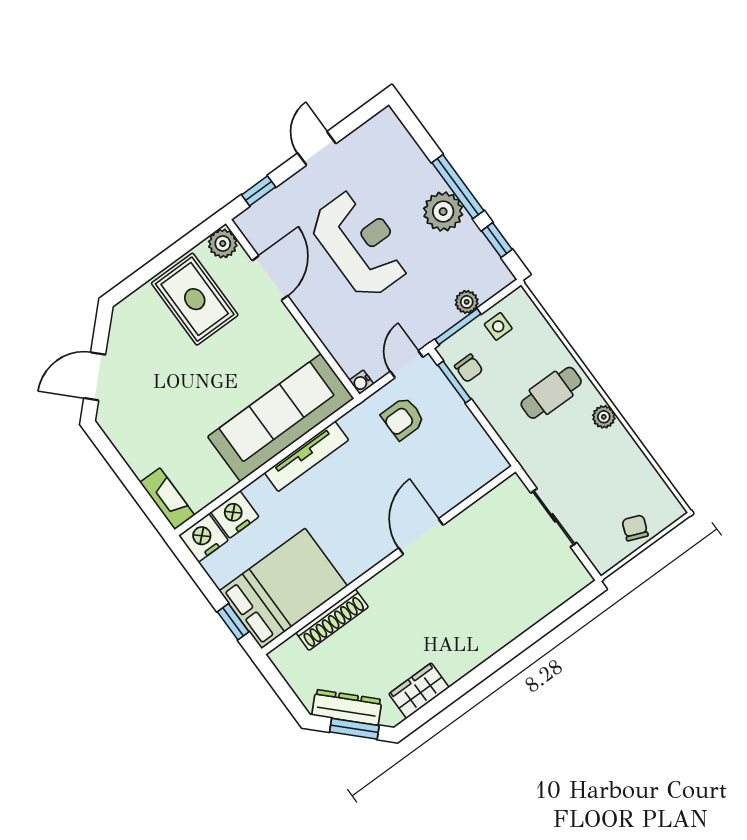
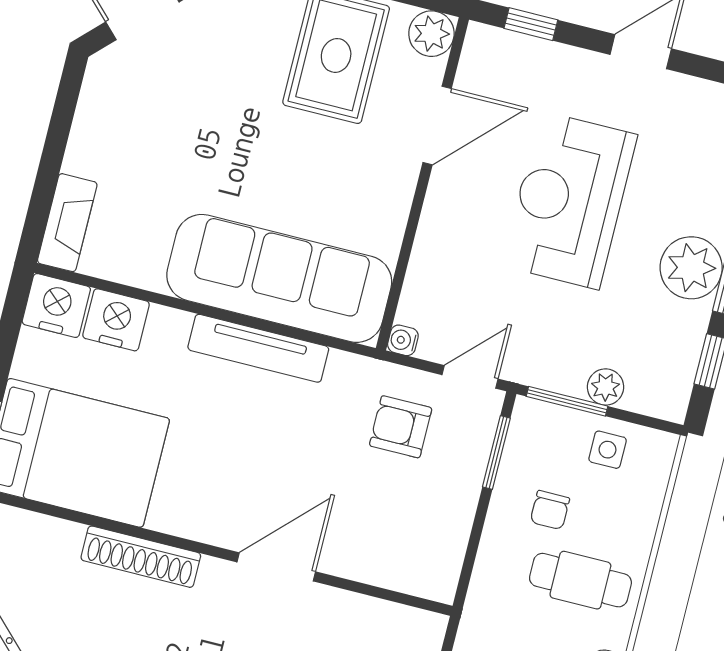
reception desk: (361, 244) -> (570, 200), turned 180
chair: (469, 368) -> (550, 510), moved
shoe rack: (332, 620) -> (141, 557), moved

